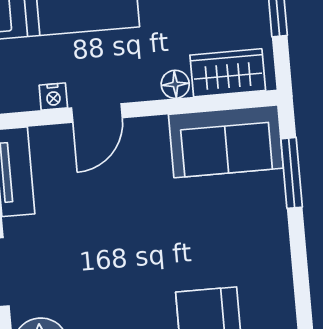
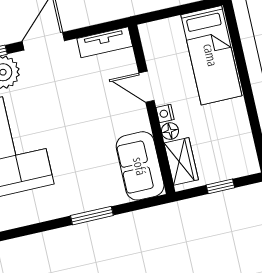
nightstand: (53, 97) -> (165, 113), moved
window: (292, 173) -> (92, 216), moved

